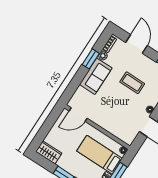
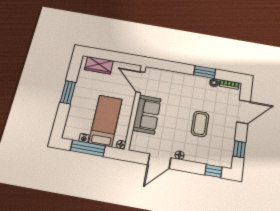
sofa: (96, 76) -> (147, 114), moved, turned -90
wardrobe: (49, 152) -> (99, 65), moved, turned 90

